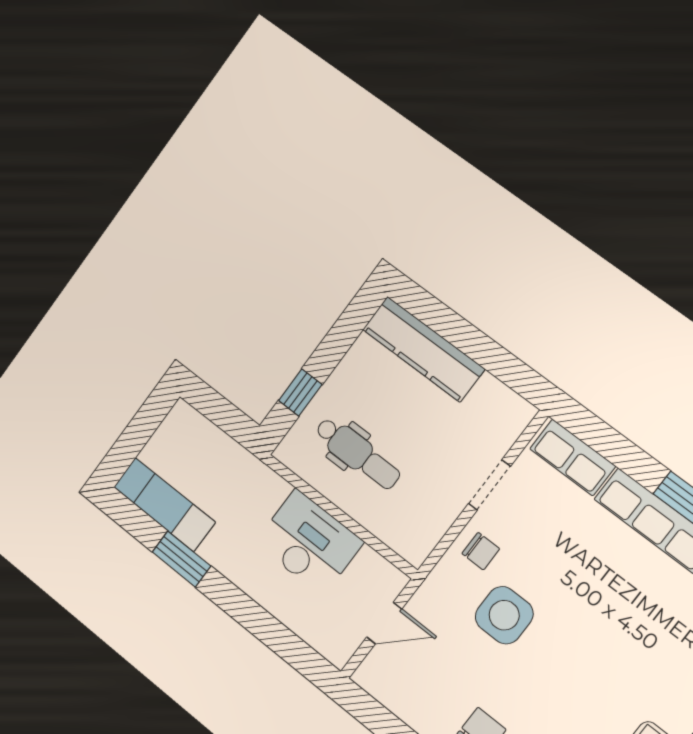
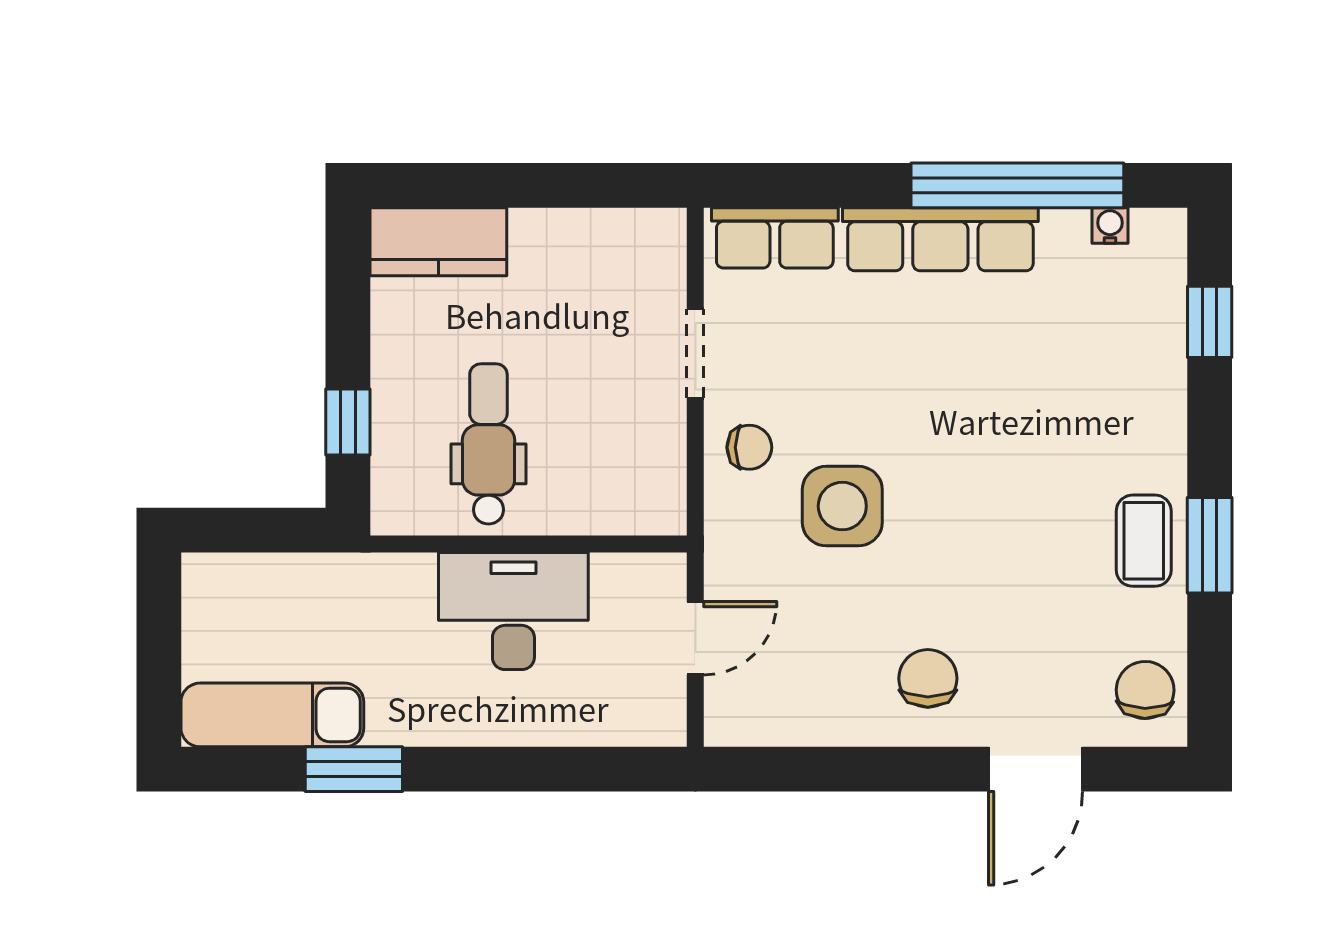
kitchen counter: (423, 349) -> (438, 242), width x0.67
dental chair: (358, 453) -> (488, 444), turned -90

